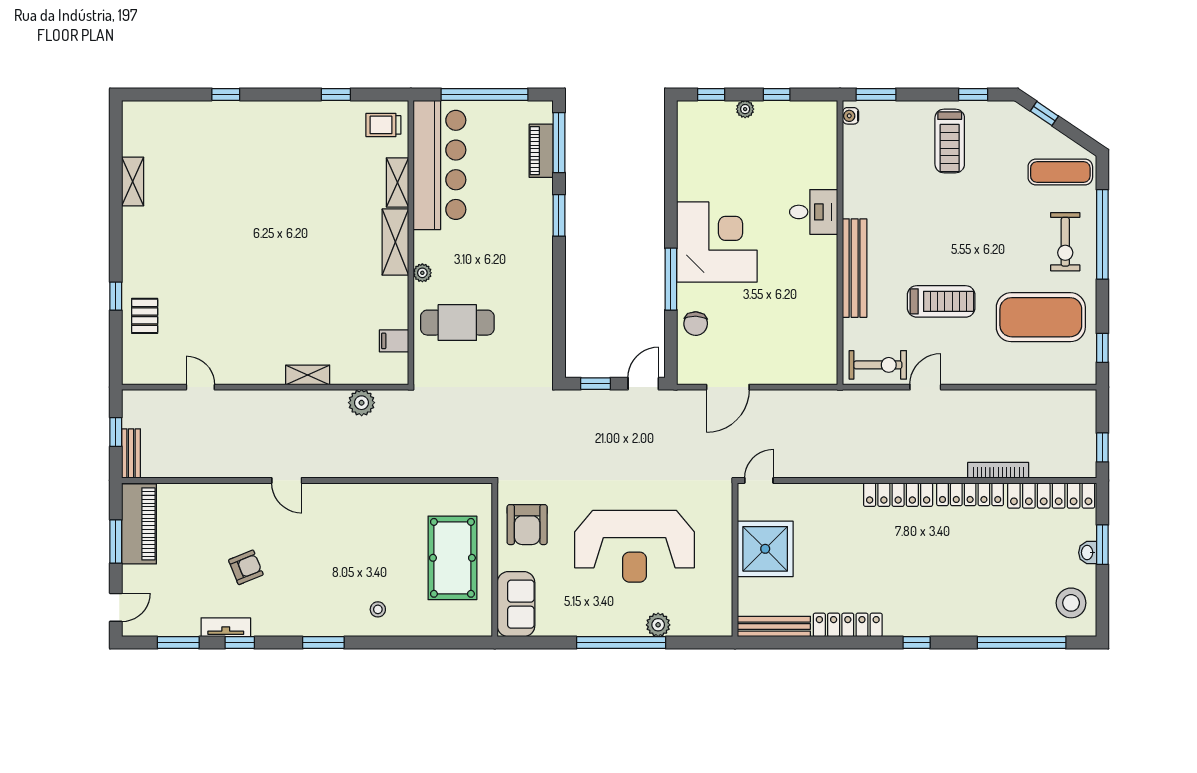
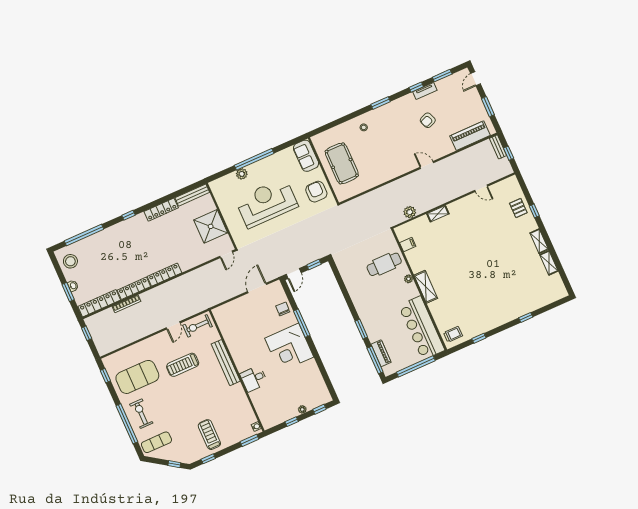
shelving: (397, 182) -> (539, 241), moved
piano: (139, 524) -> (470, 136), moved, turned 90

